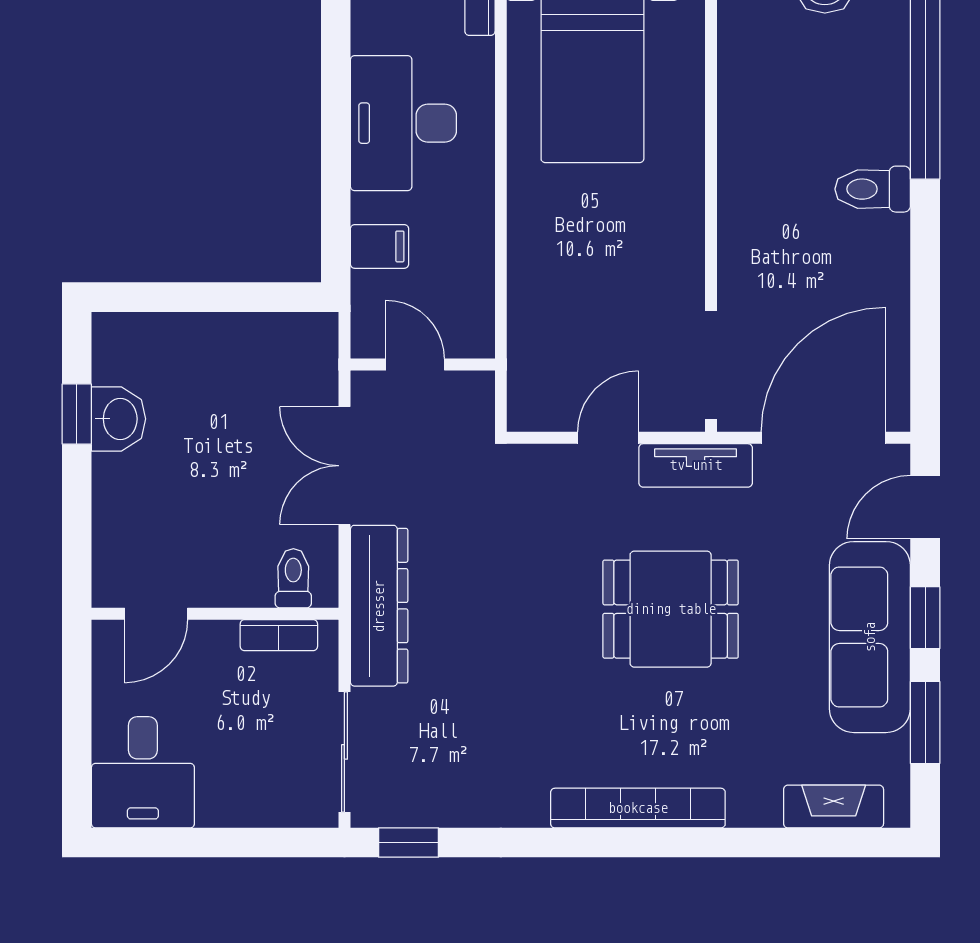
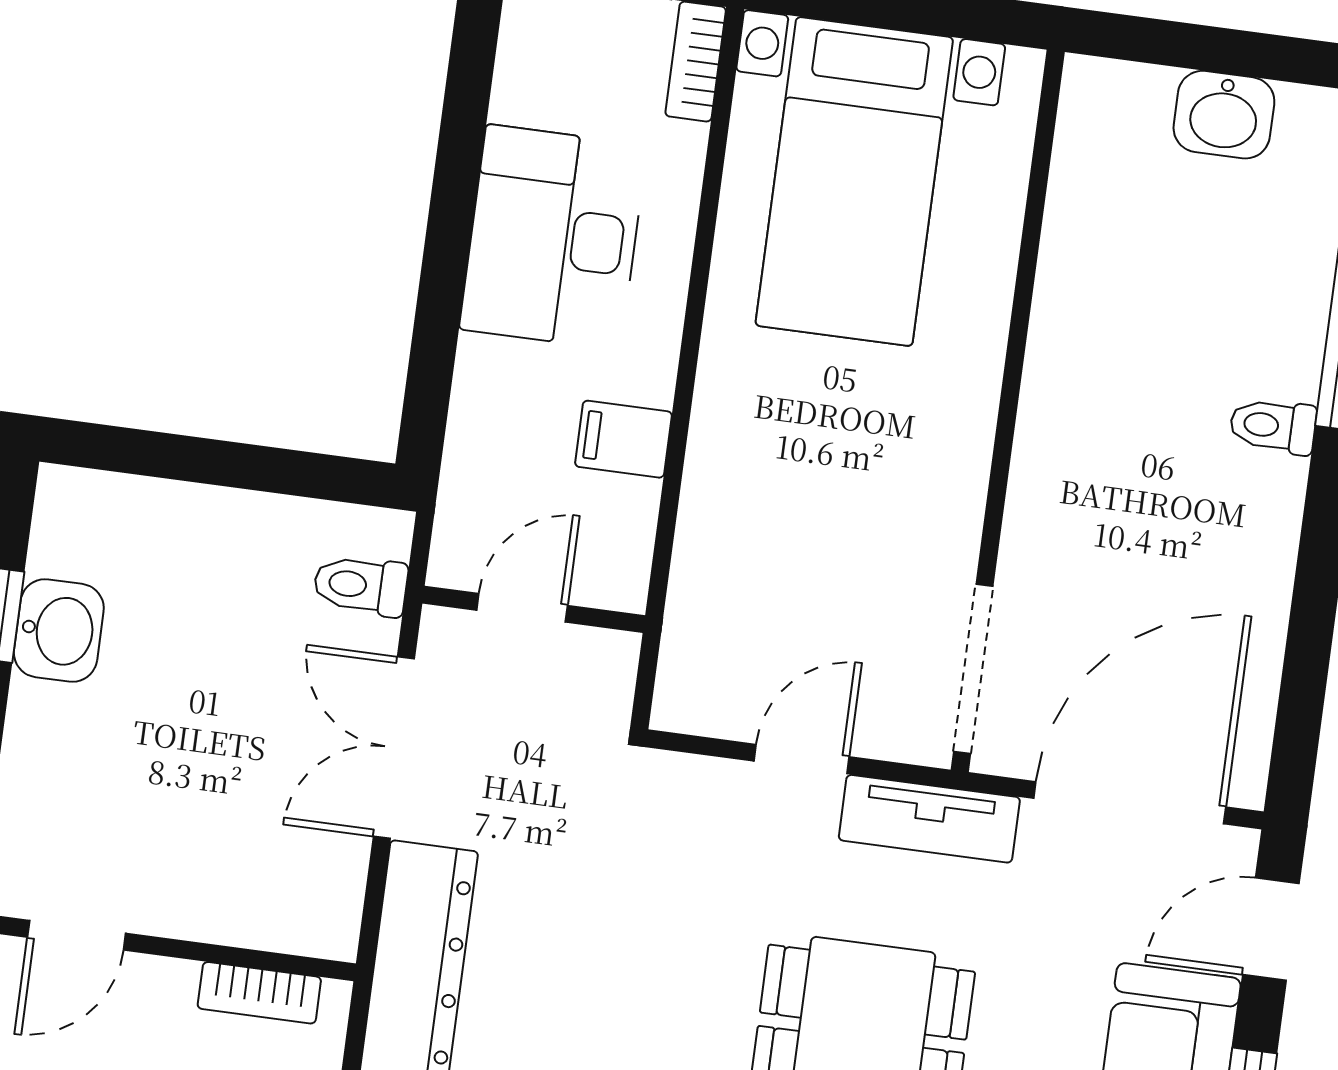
toilet: (873, 189) -> (1273, 426), width x0.73, depth x0.72
filing cabinet: (379, 246) -> (623, 439), moved, turned 180
door: (415, 365) -> (522, 608), hinge flipped
toilet: (293, 578) -> (360, 585), moved, turned -90

